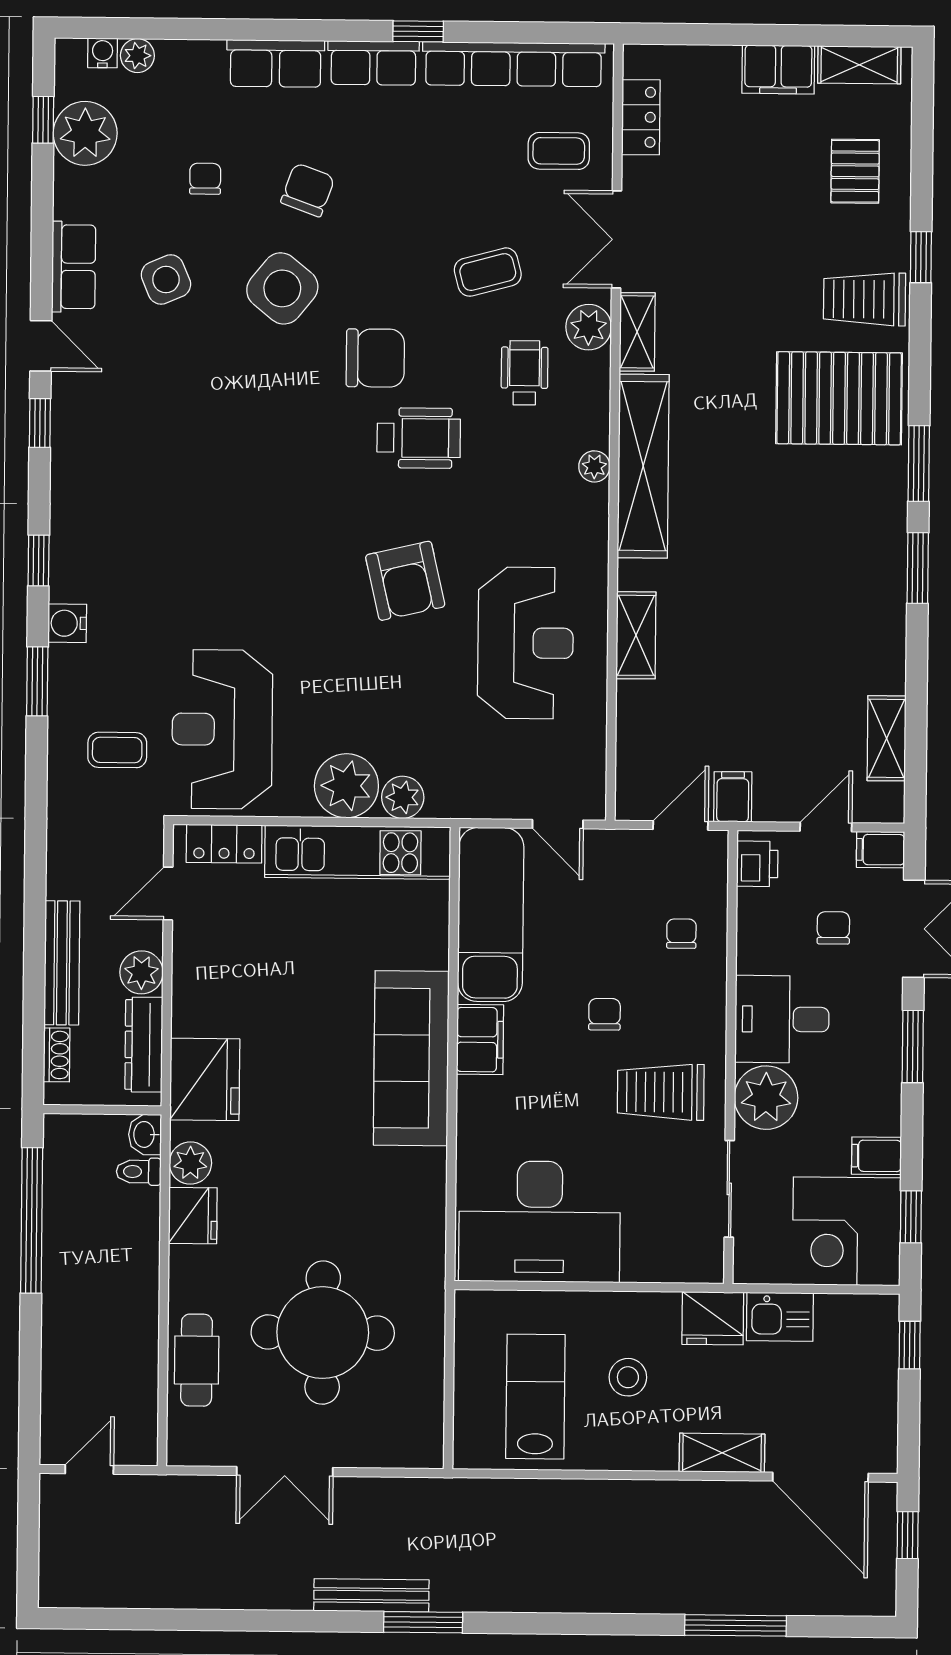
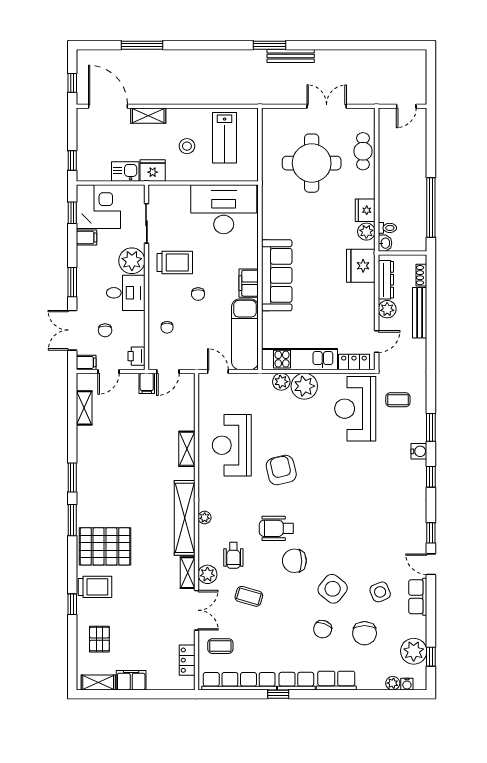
chair: (205, 179) -> (365, 633), width x1.87, depth x1.87
coffee table: (488, 272) -> (249, 596), turned 31
reception desk: (222, 729) -> (355, 409), turned 180

